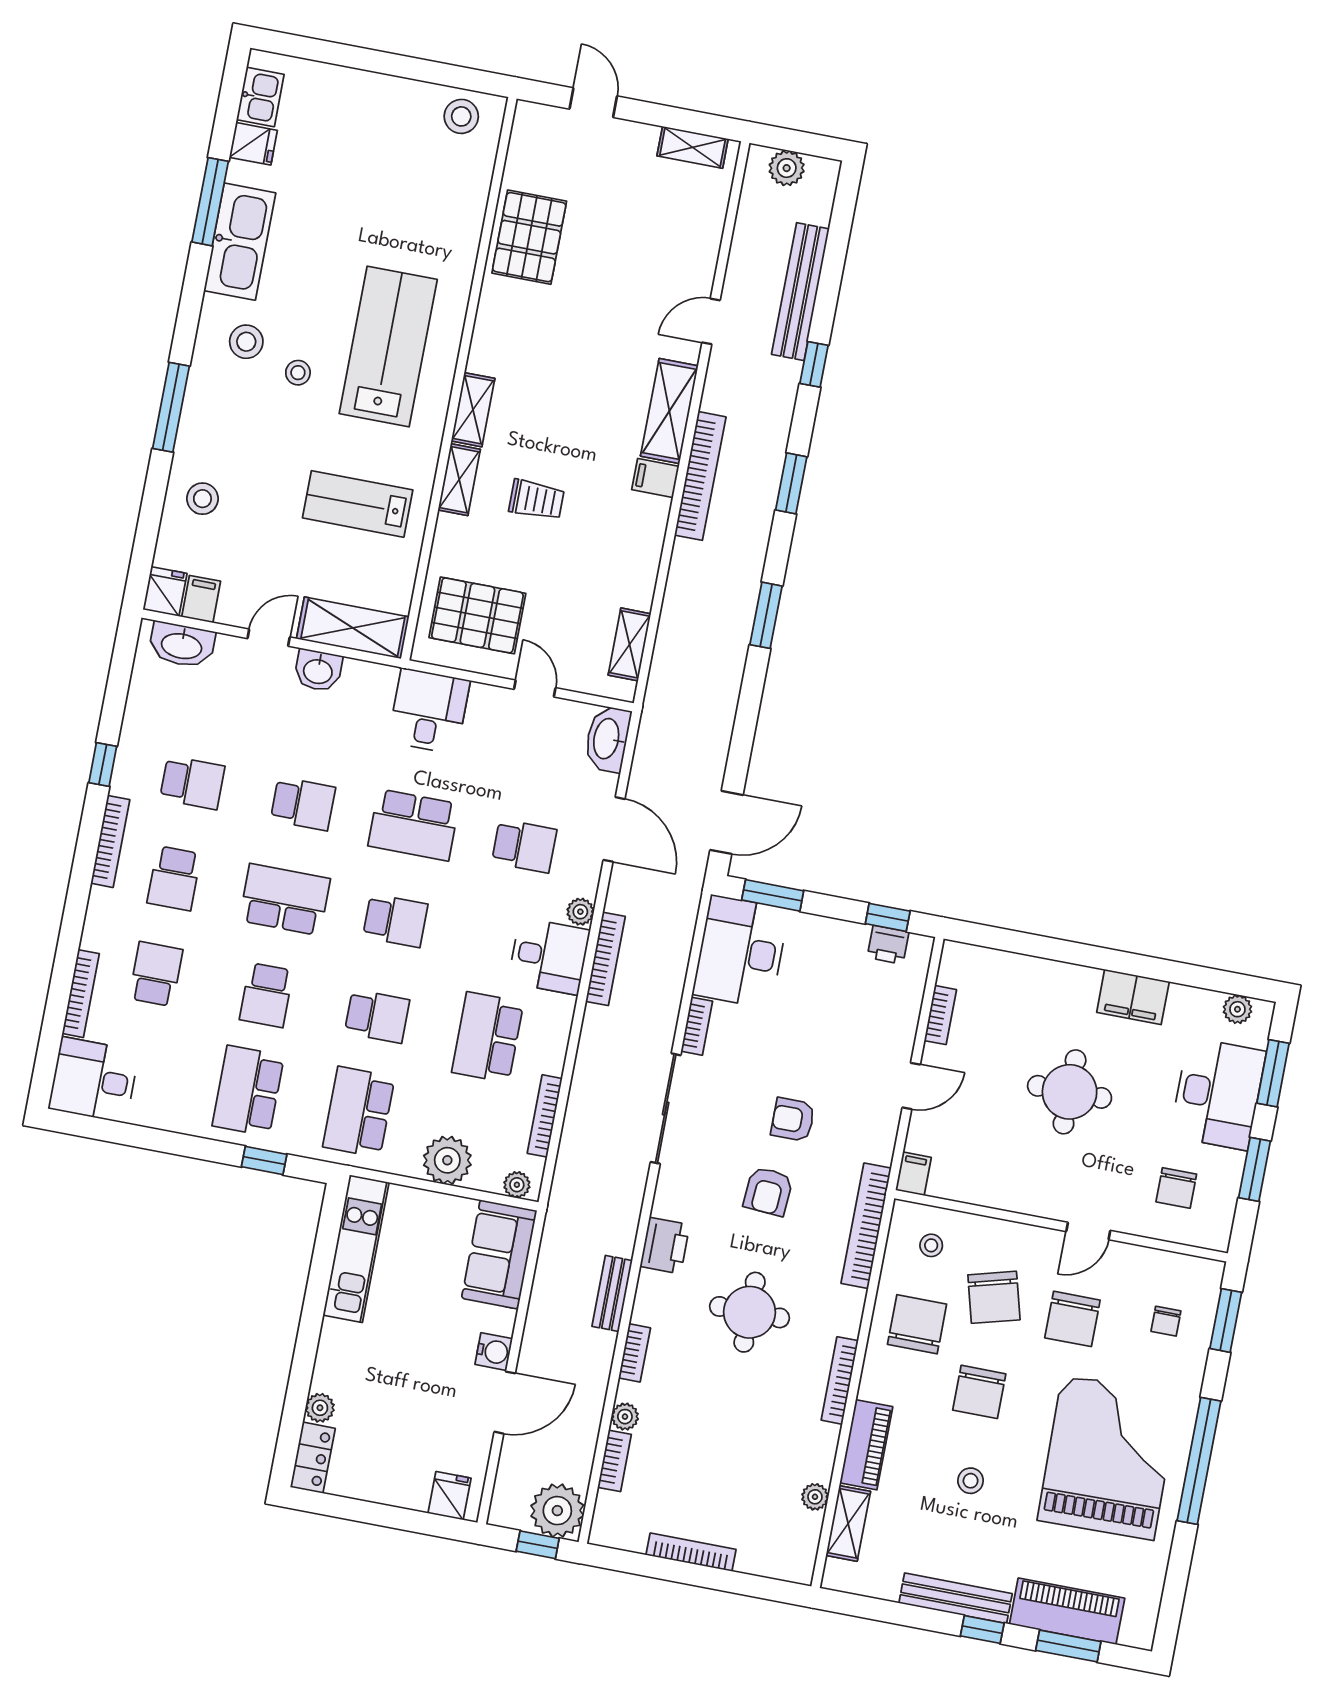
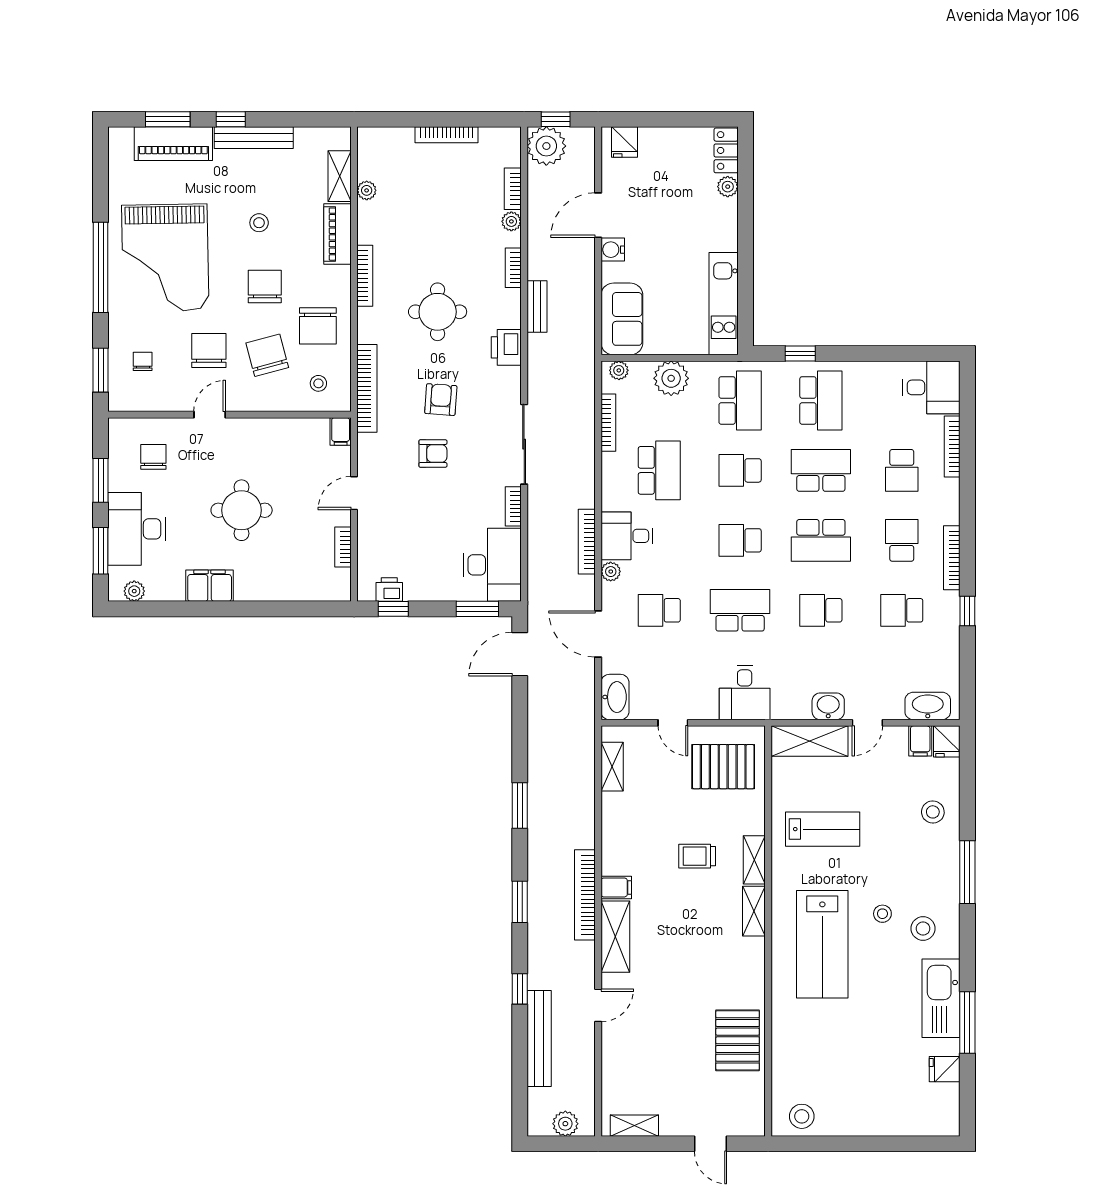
kitchen sink: (260, 97) -> (946, 1103), removed
school desk: (266, 995) -> (821, 470), width x1.85

